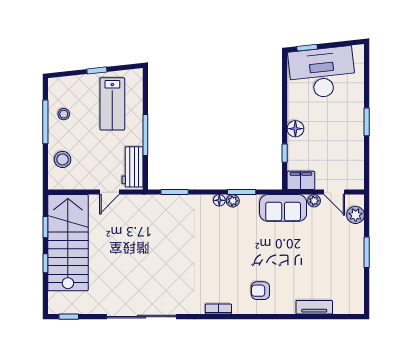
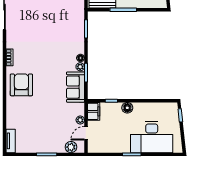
desk: (322, 73) -> (152, 137), moved, turned 96
sofa: (283, 208) -> (75, 87), moved
armchair: (260, 291) -> (21, 85), width x1.88, depth x1.88
tv unit: (314, 307) -> (11, 141), moved

